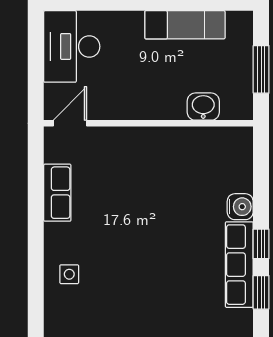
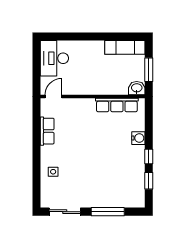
exam couch: (185, 25) -> (125, 47), moved
washbasin: (203, 107) -> (137, 88), moved
row of seats: (239, 265) -> (117, 105), moved, turned -90

